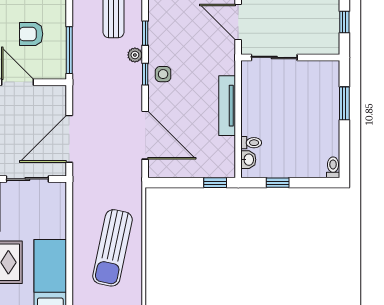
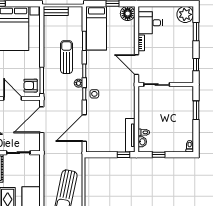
armchair: (31, 34) -> (31, 86), moved
tv unit: (227, 106) -> (130, 135), moved
door: (145, 135) -> (84, 128), swing flipped
door: (69, 139) -> (42, 120), moved

